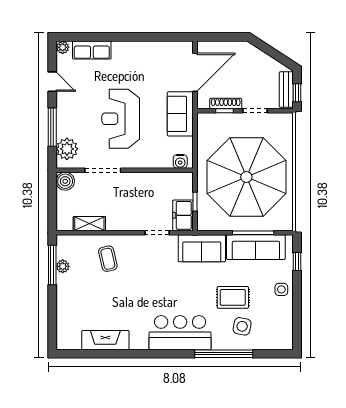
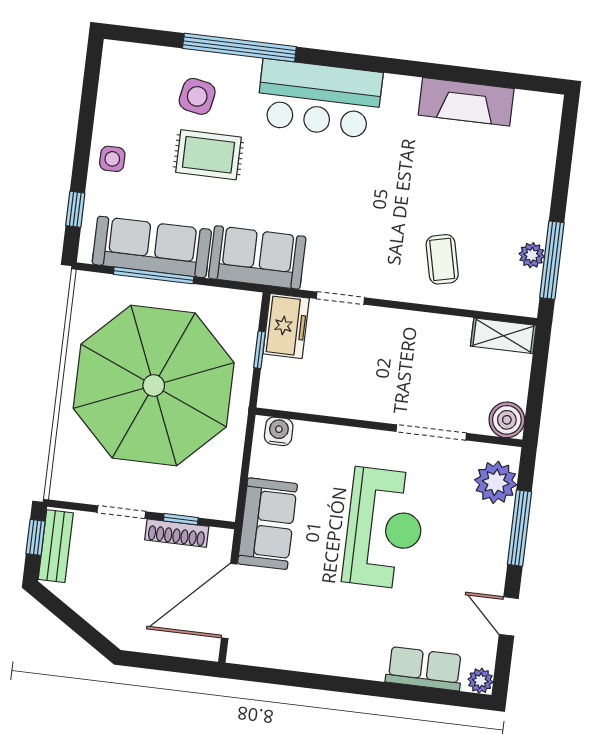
shelving: (89, 224) -> (503, 336), moved

